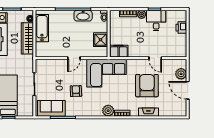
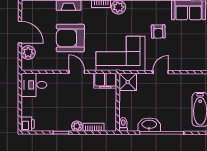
desk: (156, 20) -> (34, 85), moved, turned 90
printer: (181, 28) -> (28, 124), moved
shower: (101, 40) -> (128, 82), moved
door: (155, 58) -> (77, 72), moved
armchair: (147, 86) -> (70, 38), turned 90

